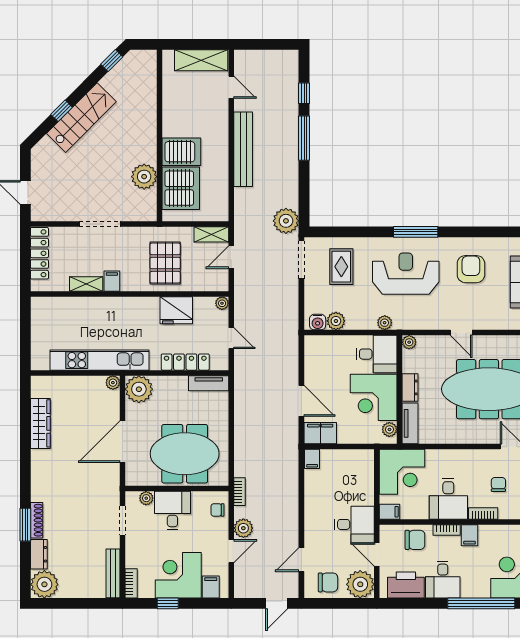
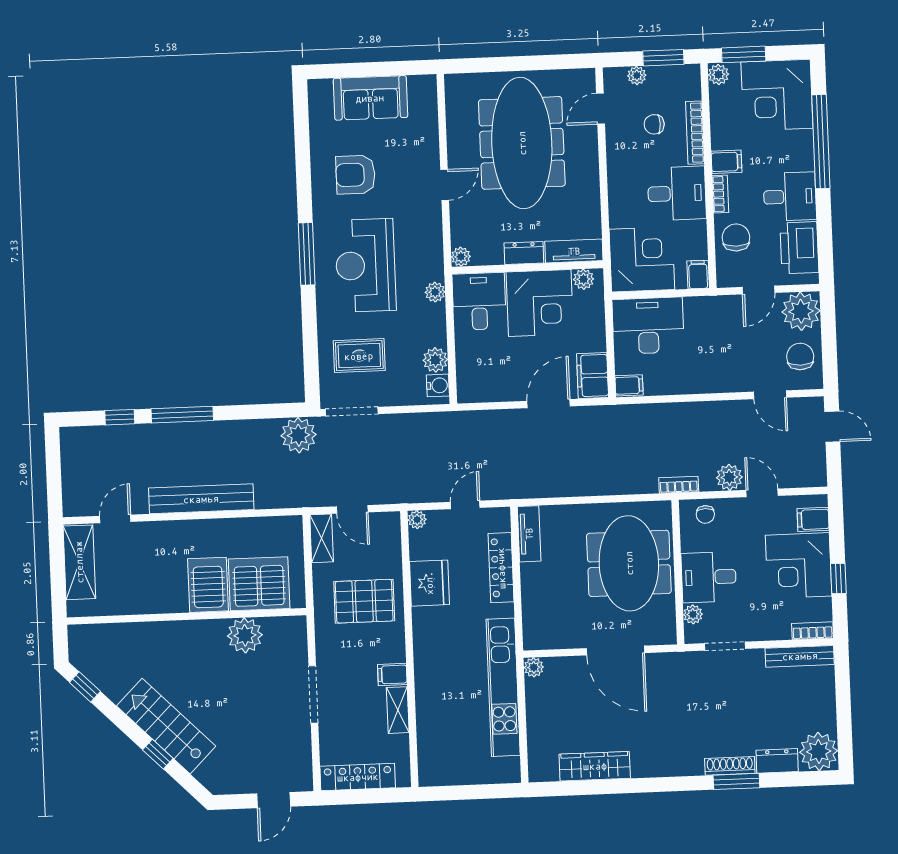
plant: (139, 389) -> (541, 631), removed
bookcase: (483, 513) -> (695, 133), width x1.56
desk: (354, 524) -> (648, 326), moved, width x1.37

